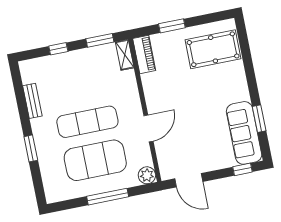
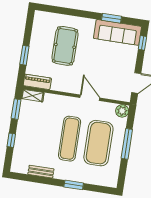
pool table: (213, 49) -> (65, 46), moved

